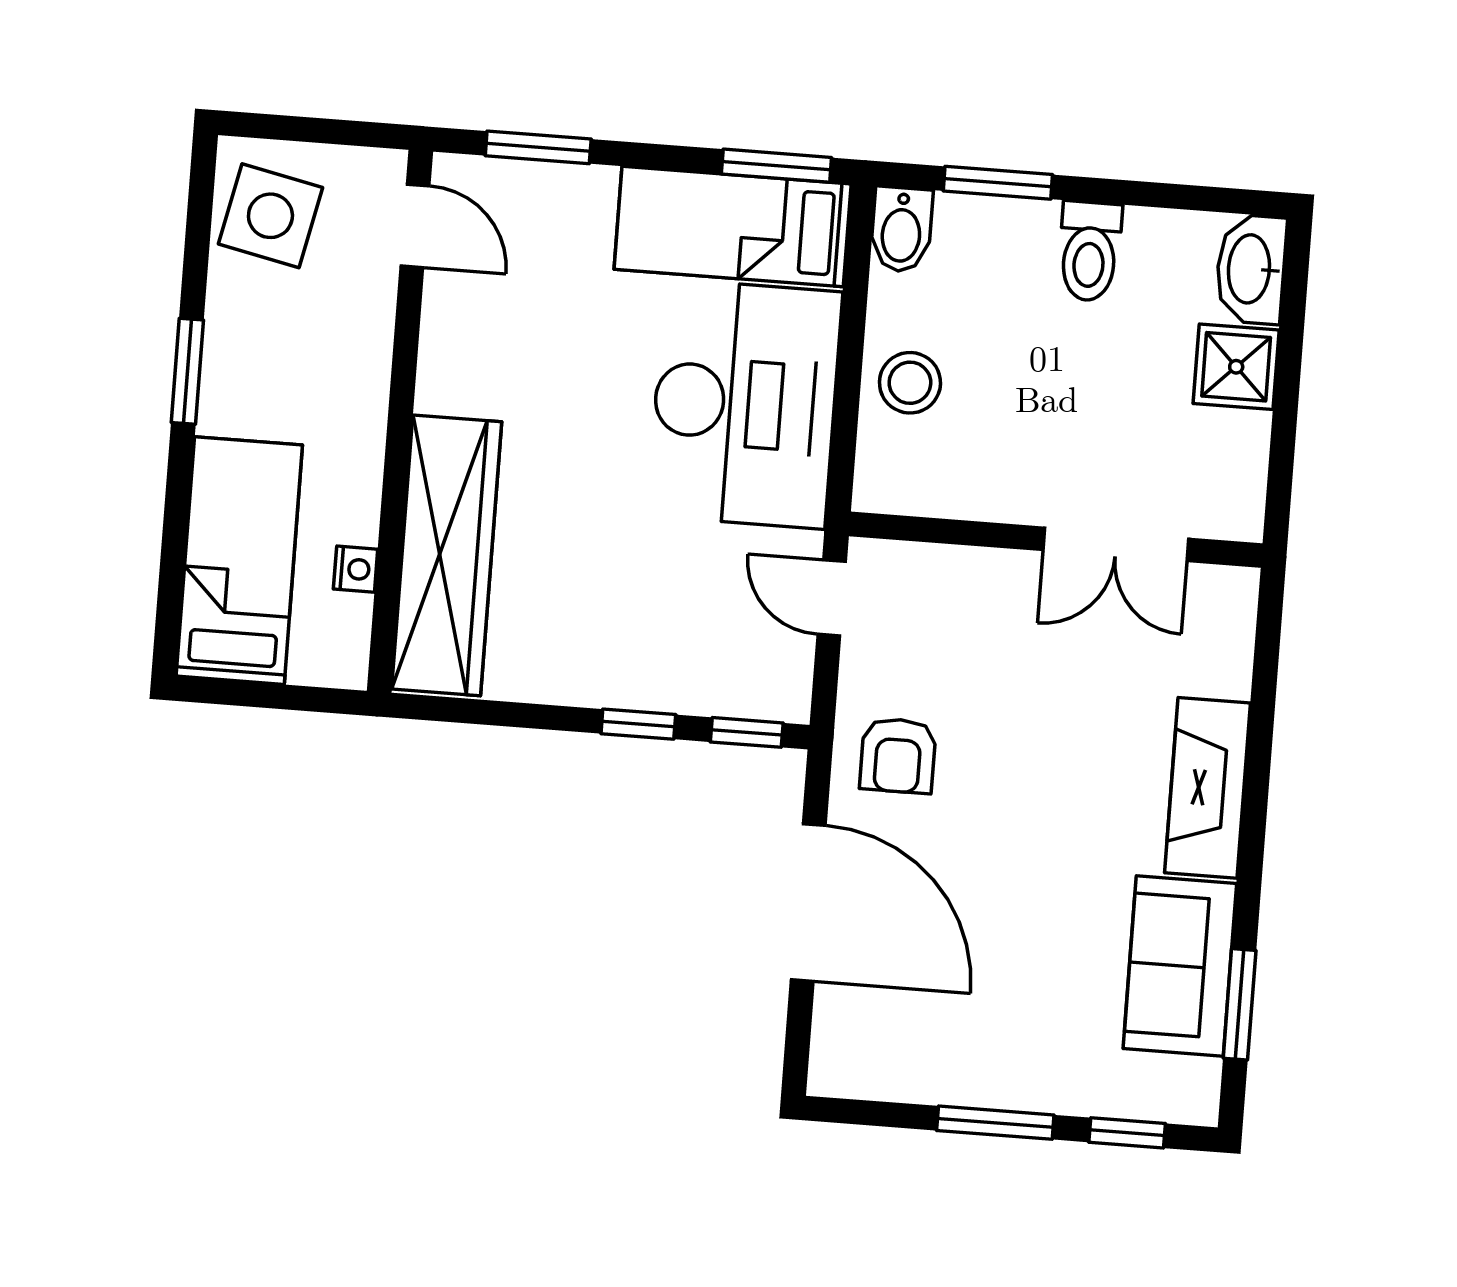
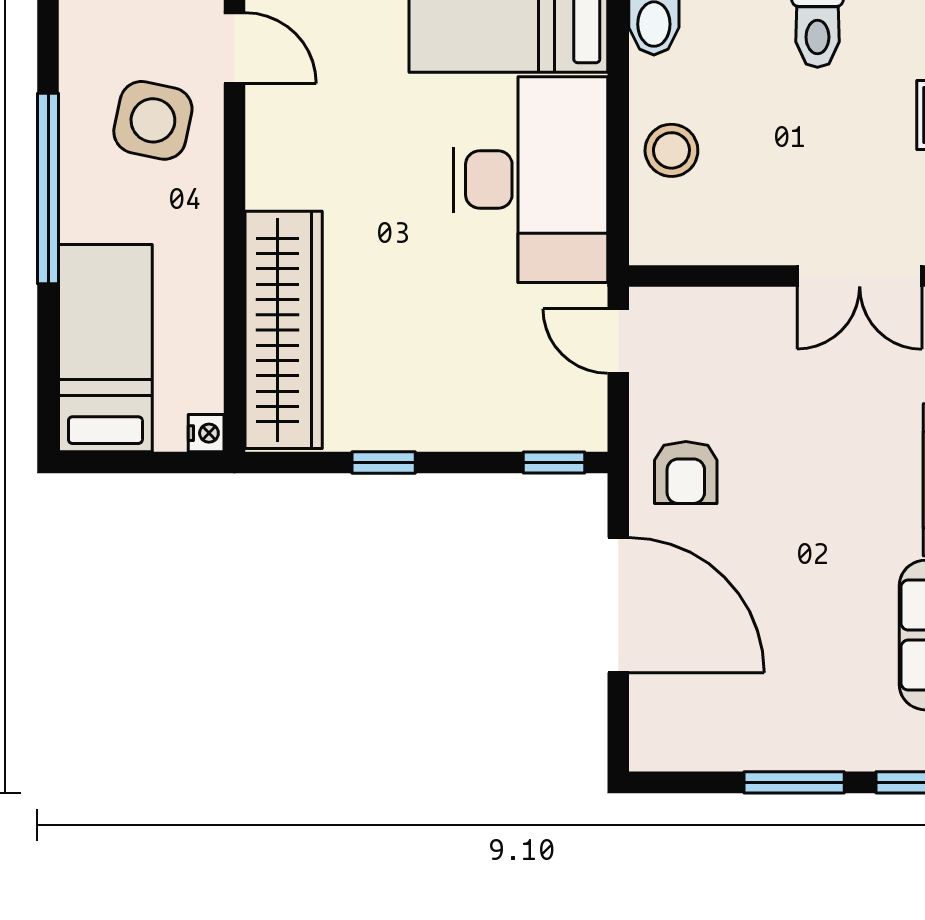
side table: (270, 216) -> (153, 120), moved
window: (187, 371) -> (48, 188), width x2.11
nightstand: (356, 569) -> (206, 433), moved
window: (638, 724) -> (384, 463), moved

